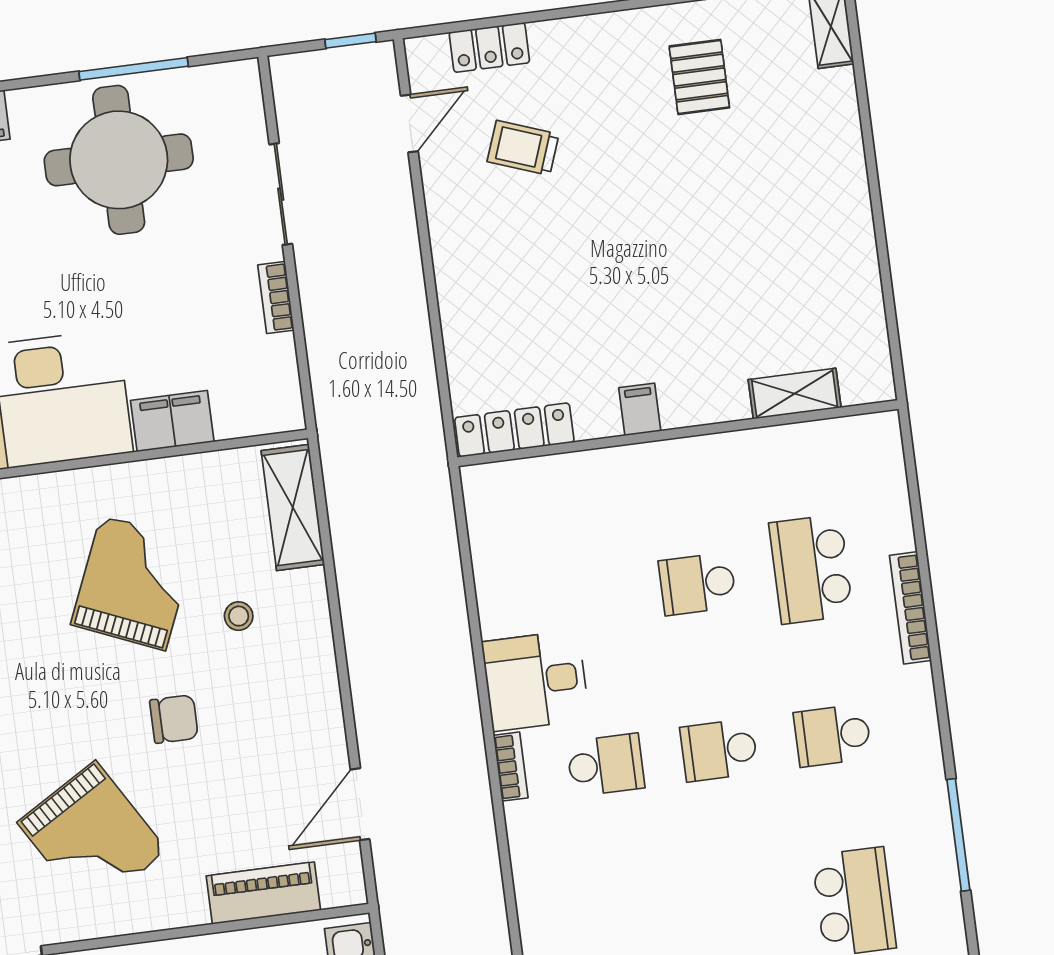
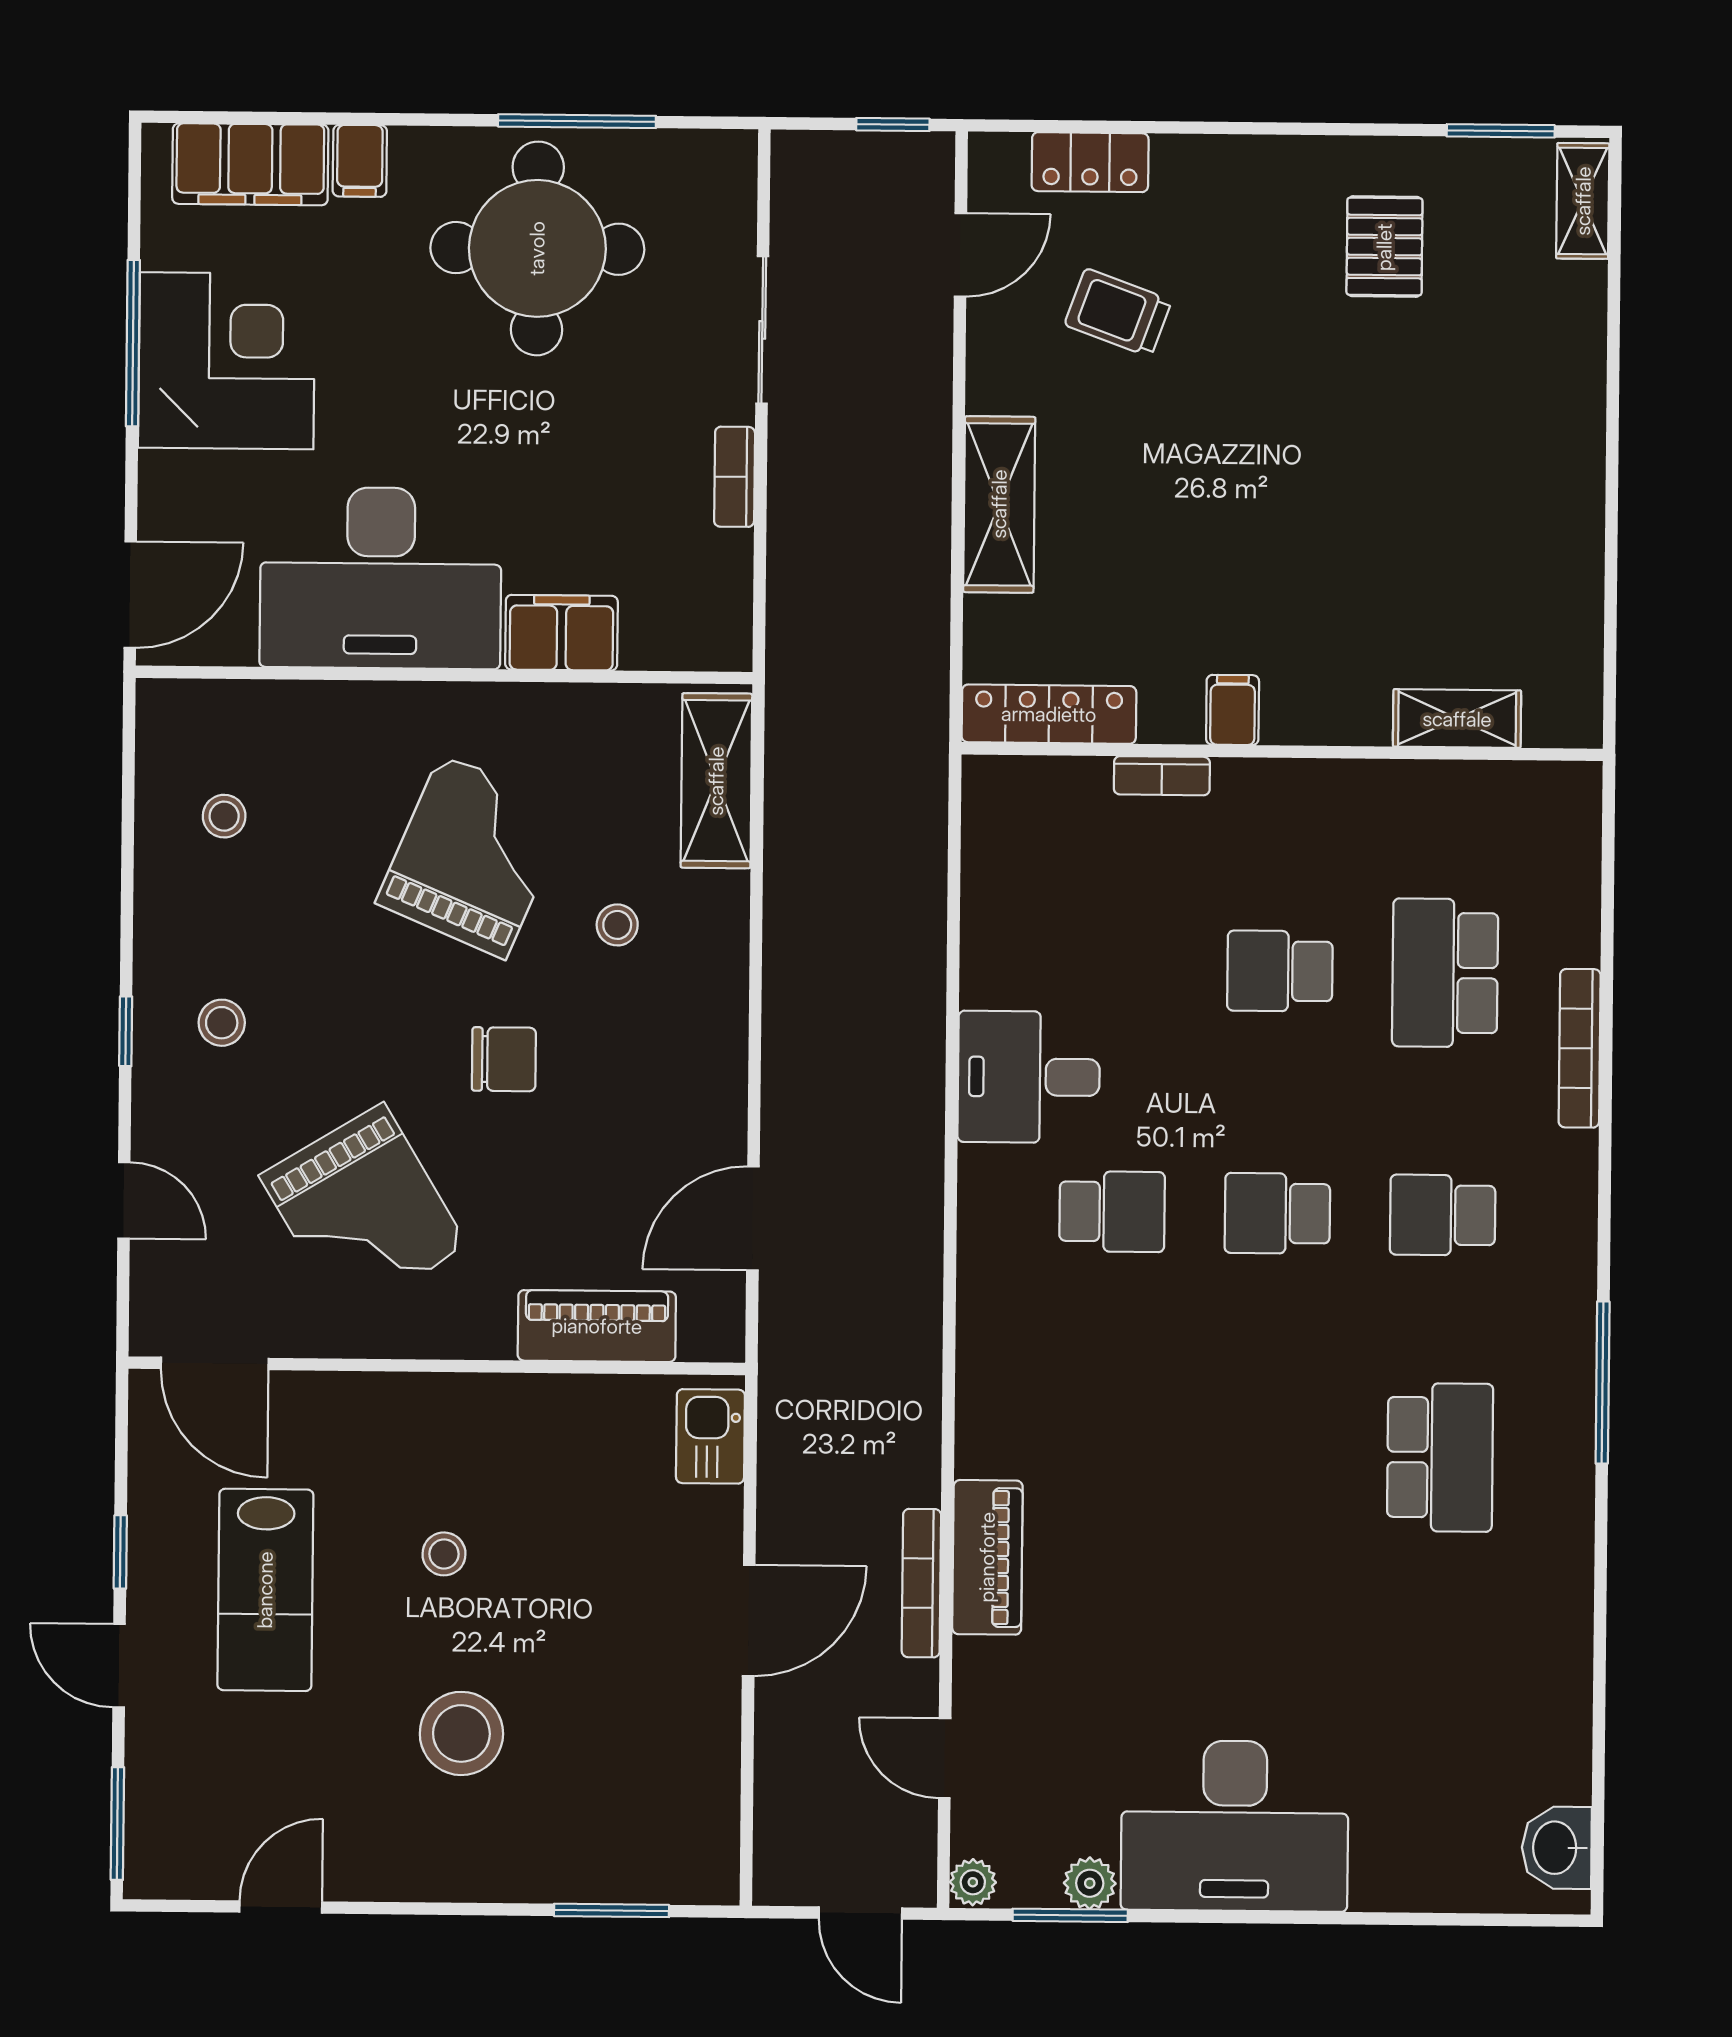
shelving: (460, 291) -> (999, 504), added
bookcase: (511, 767) -> (1162, 776), moved, turned 90

